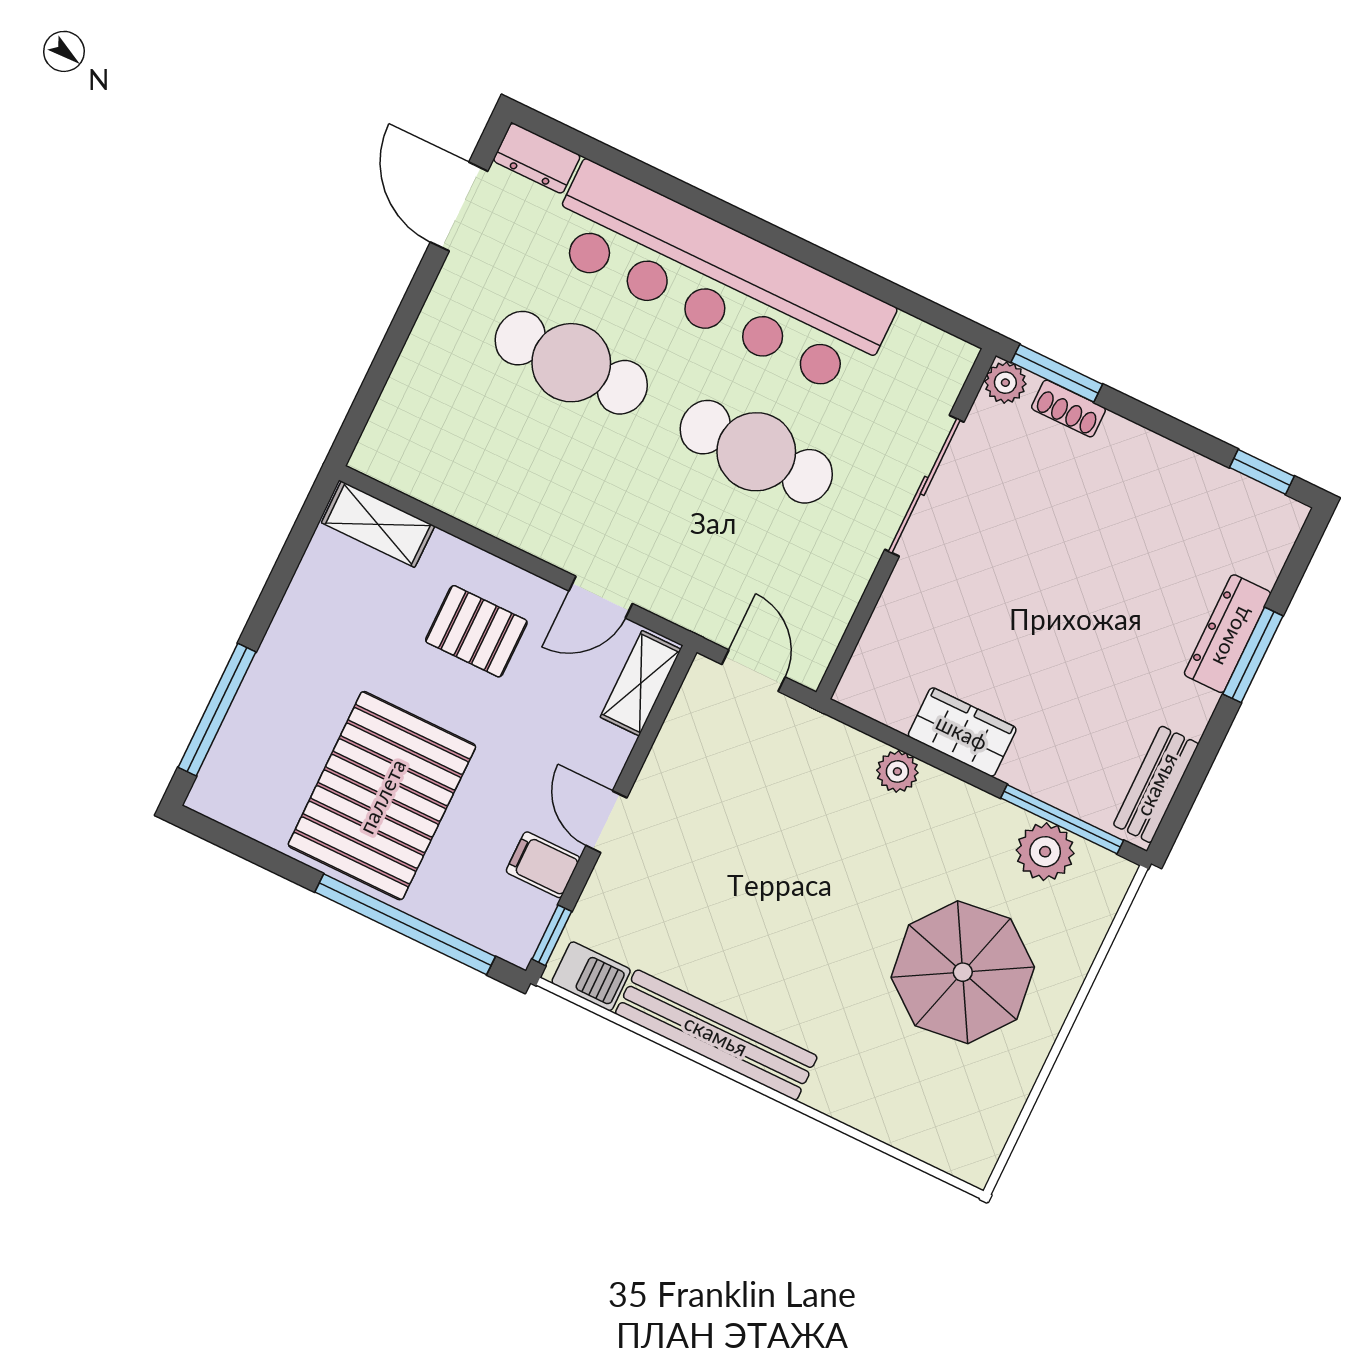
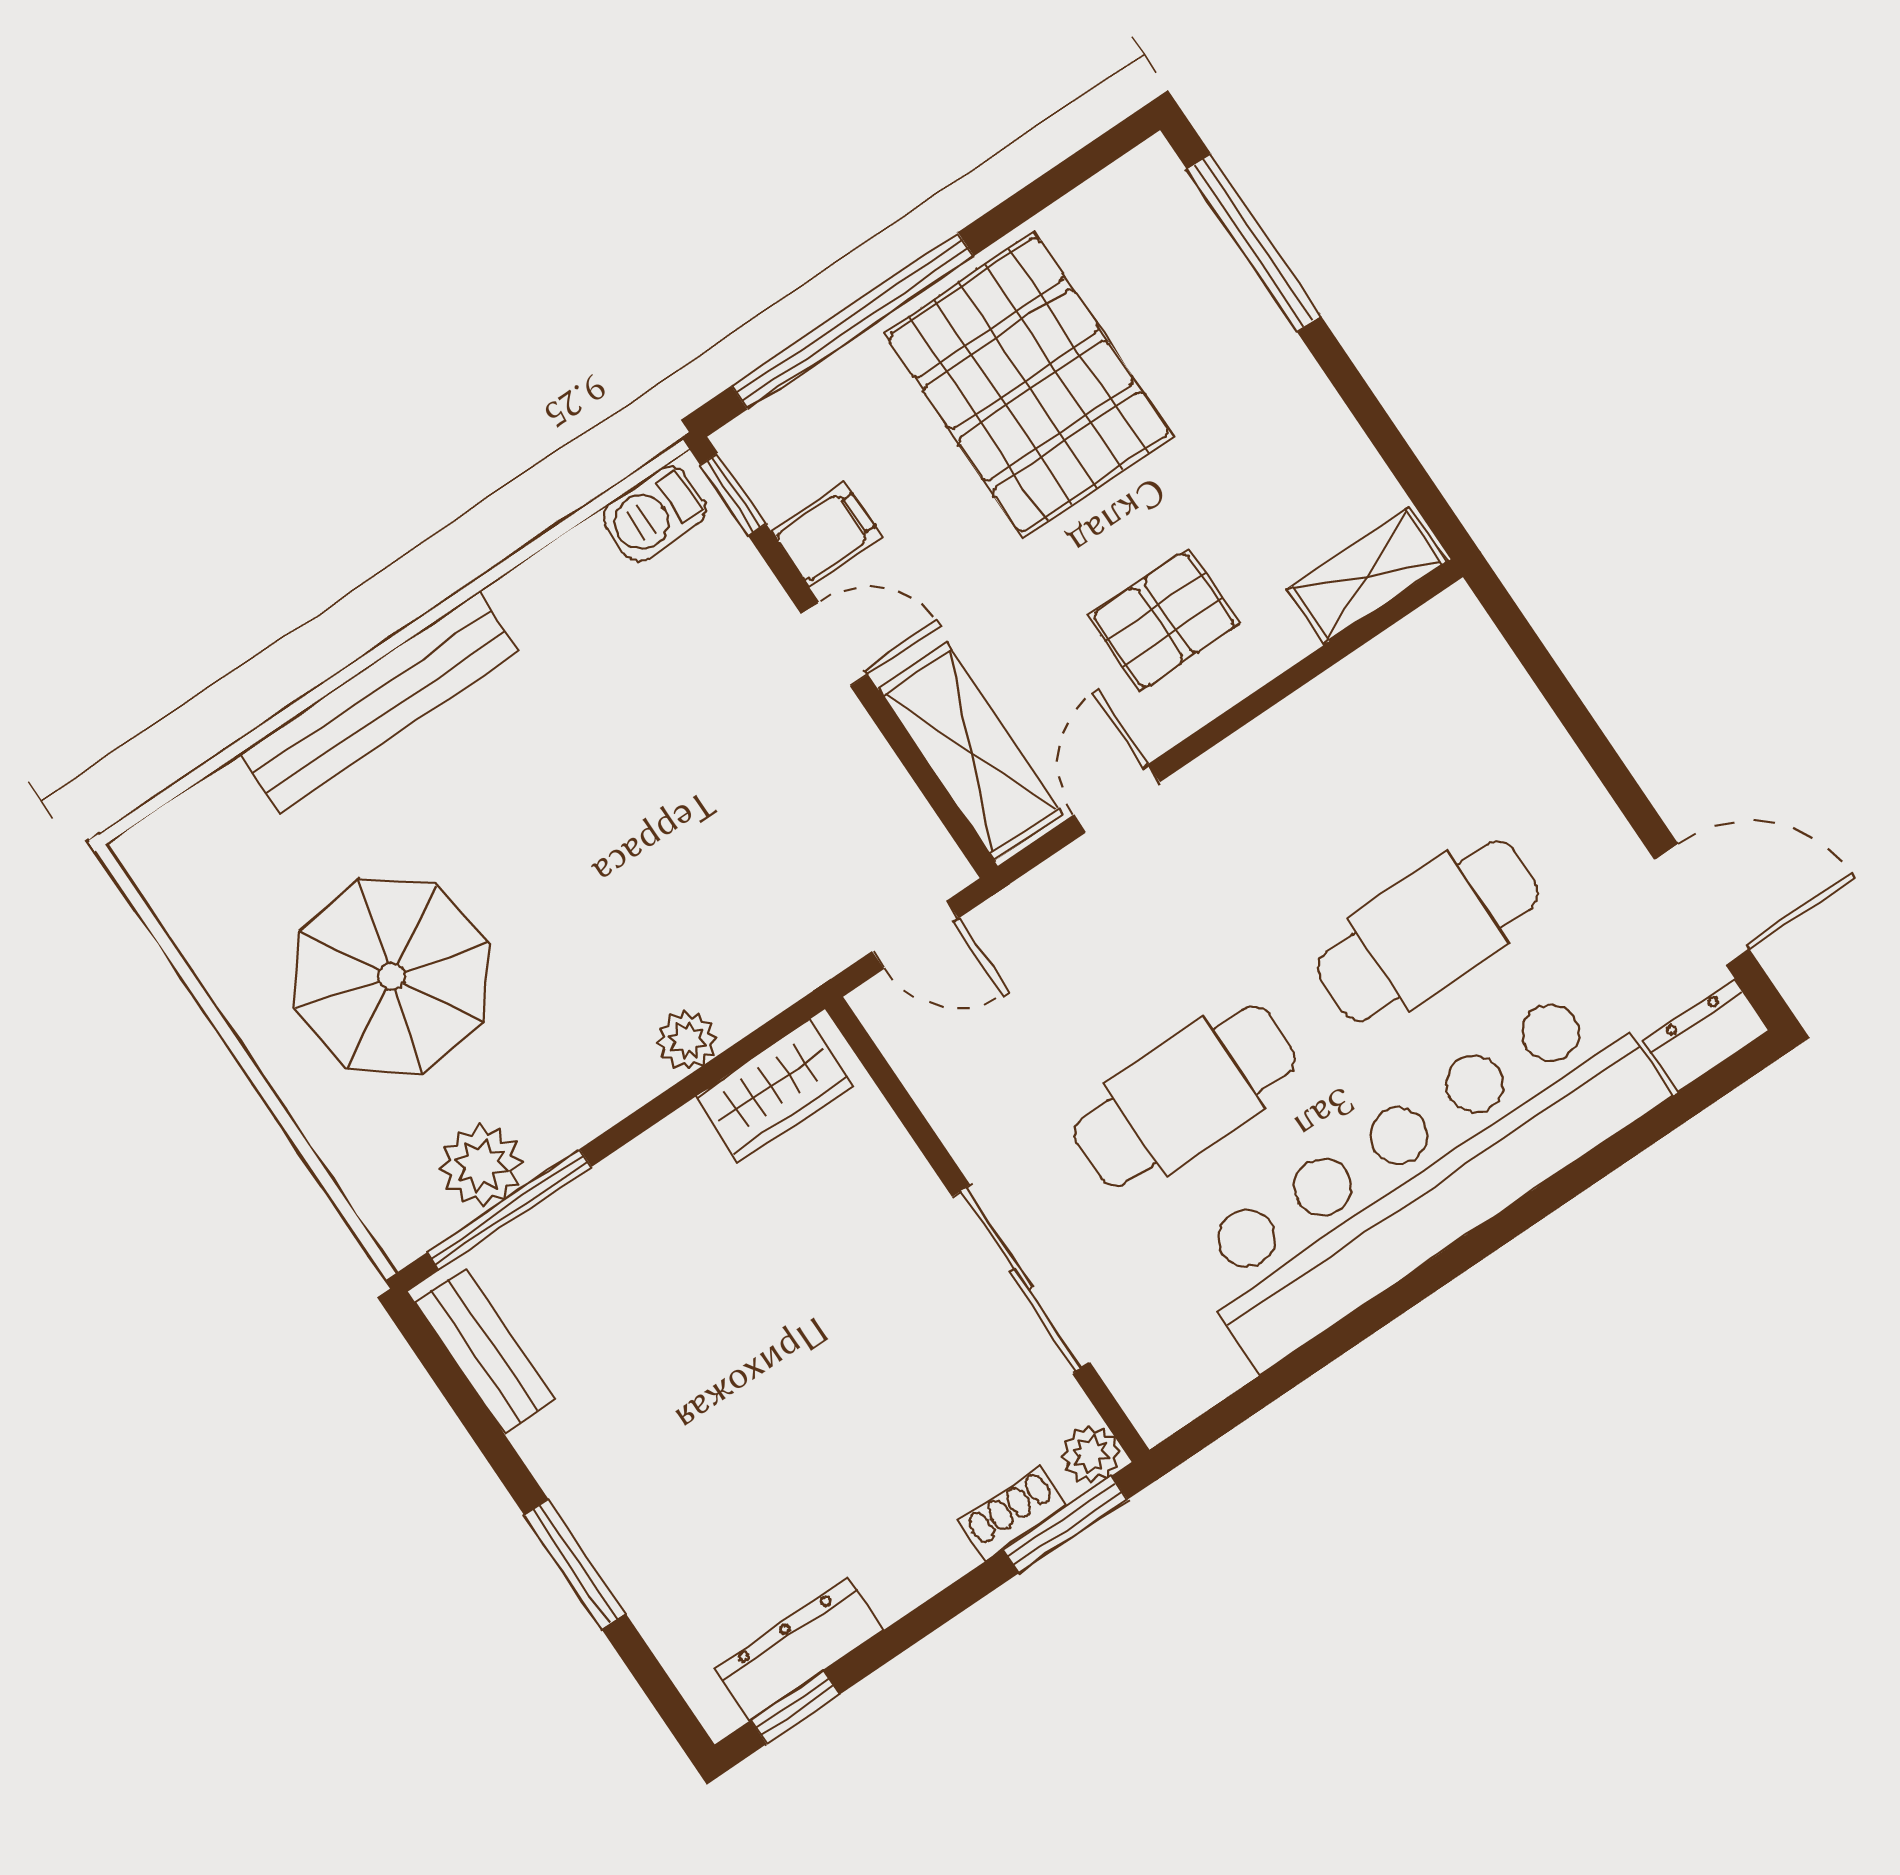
dresser: (1228, 634) -> (798, 1650), moved, turned -90
shelving: (641, 683) -> (970, 752), width x1.50, depth x1.33
wardrobe: (962, 732) -> (774, 1091), moved
bench: (716, 1035) -> (379, 702), moved

